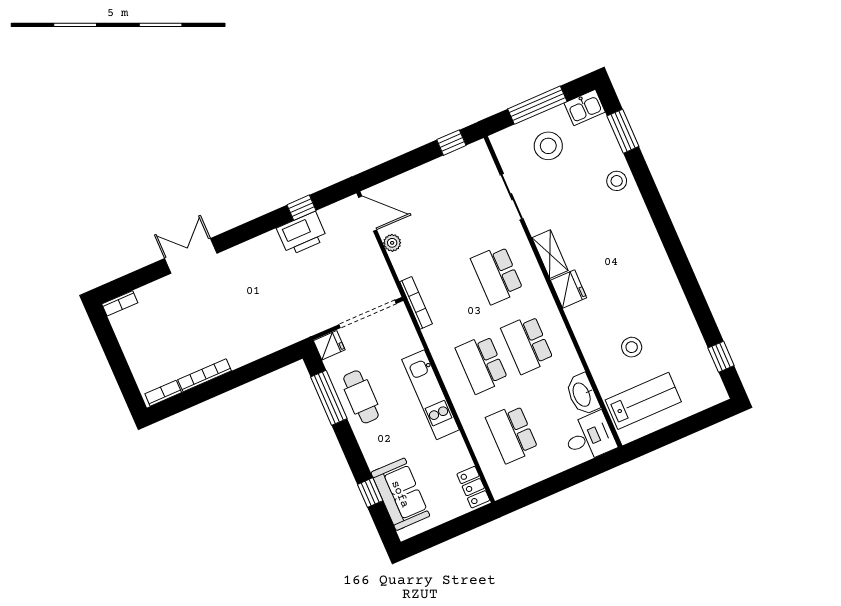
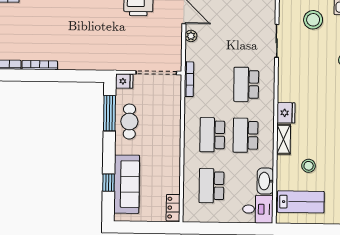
shelving: (550, 254) -> (284, 139), moved
kitchen unit: (431, 395) -> (172, 139), removed
sofa: (400, 494) -> (127, 184), width x1.36

